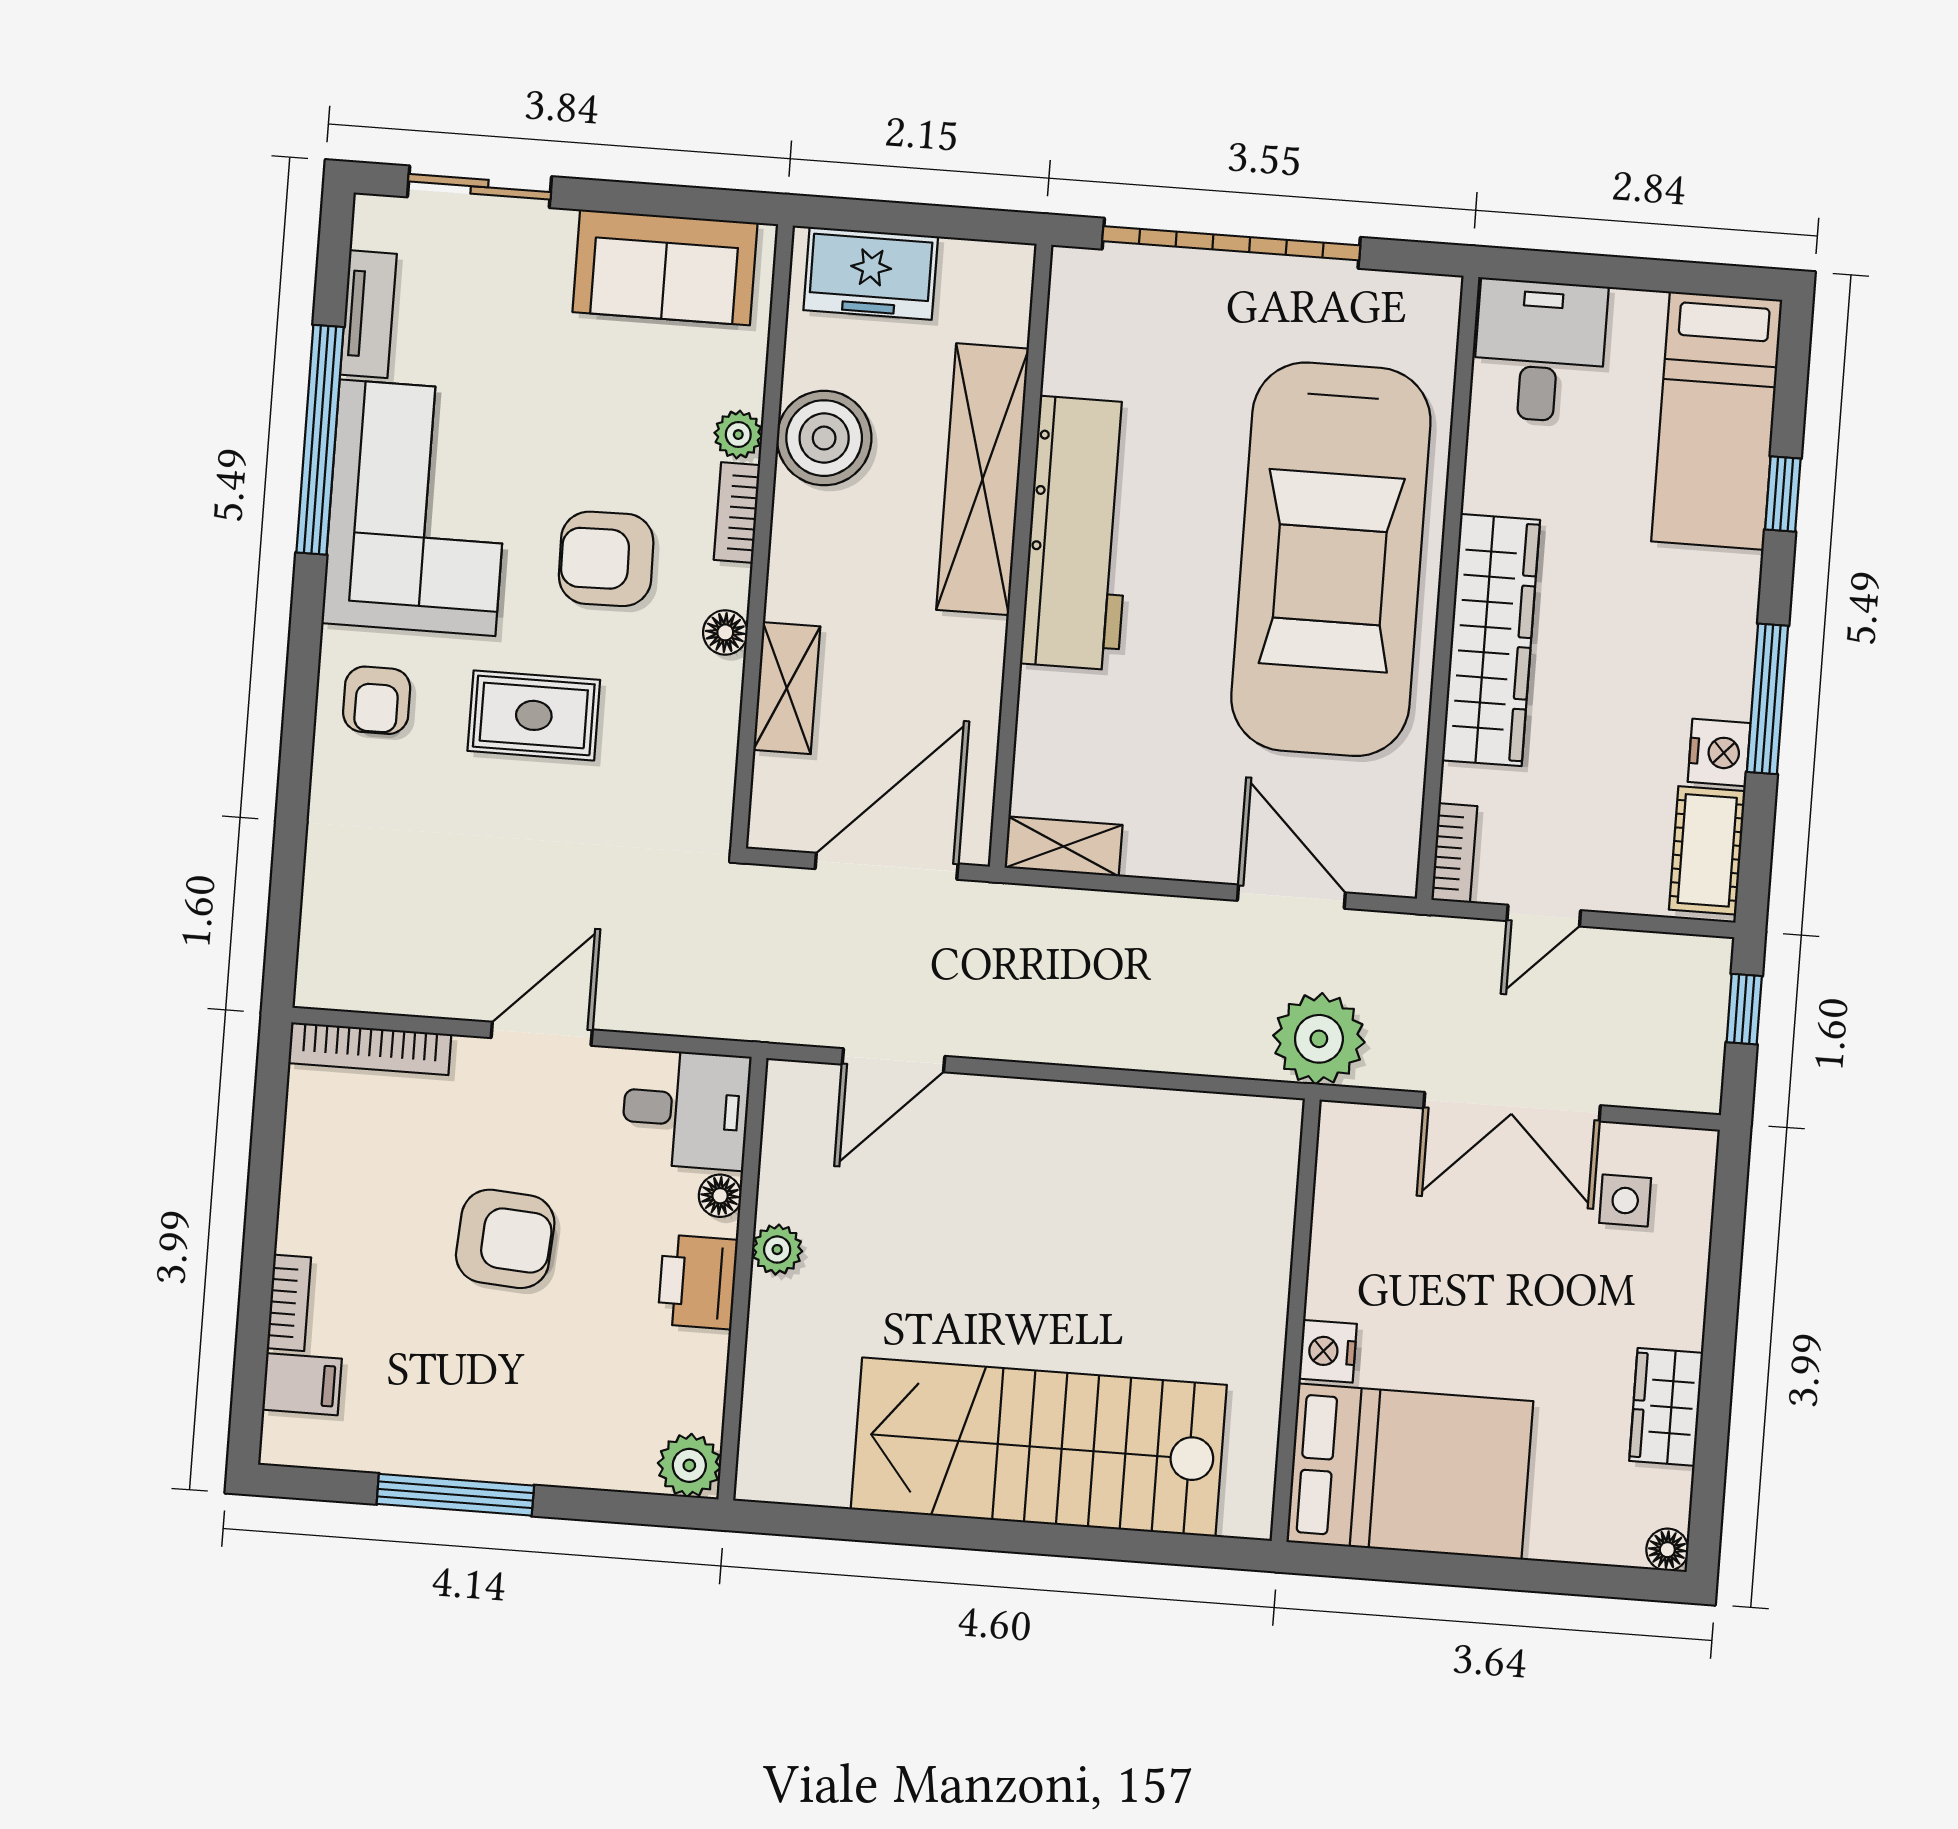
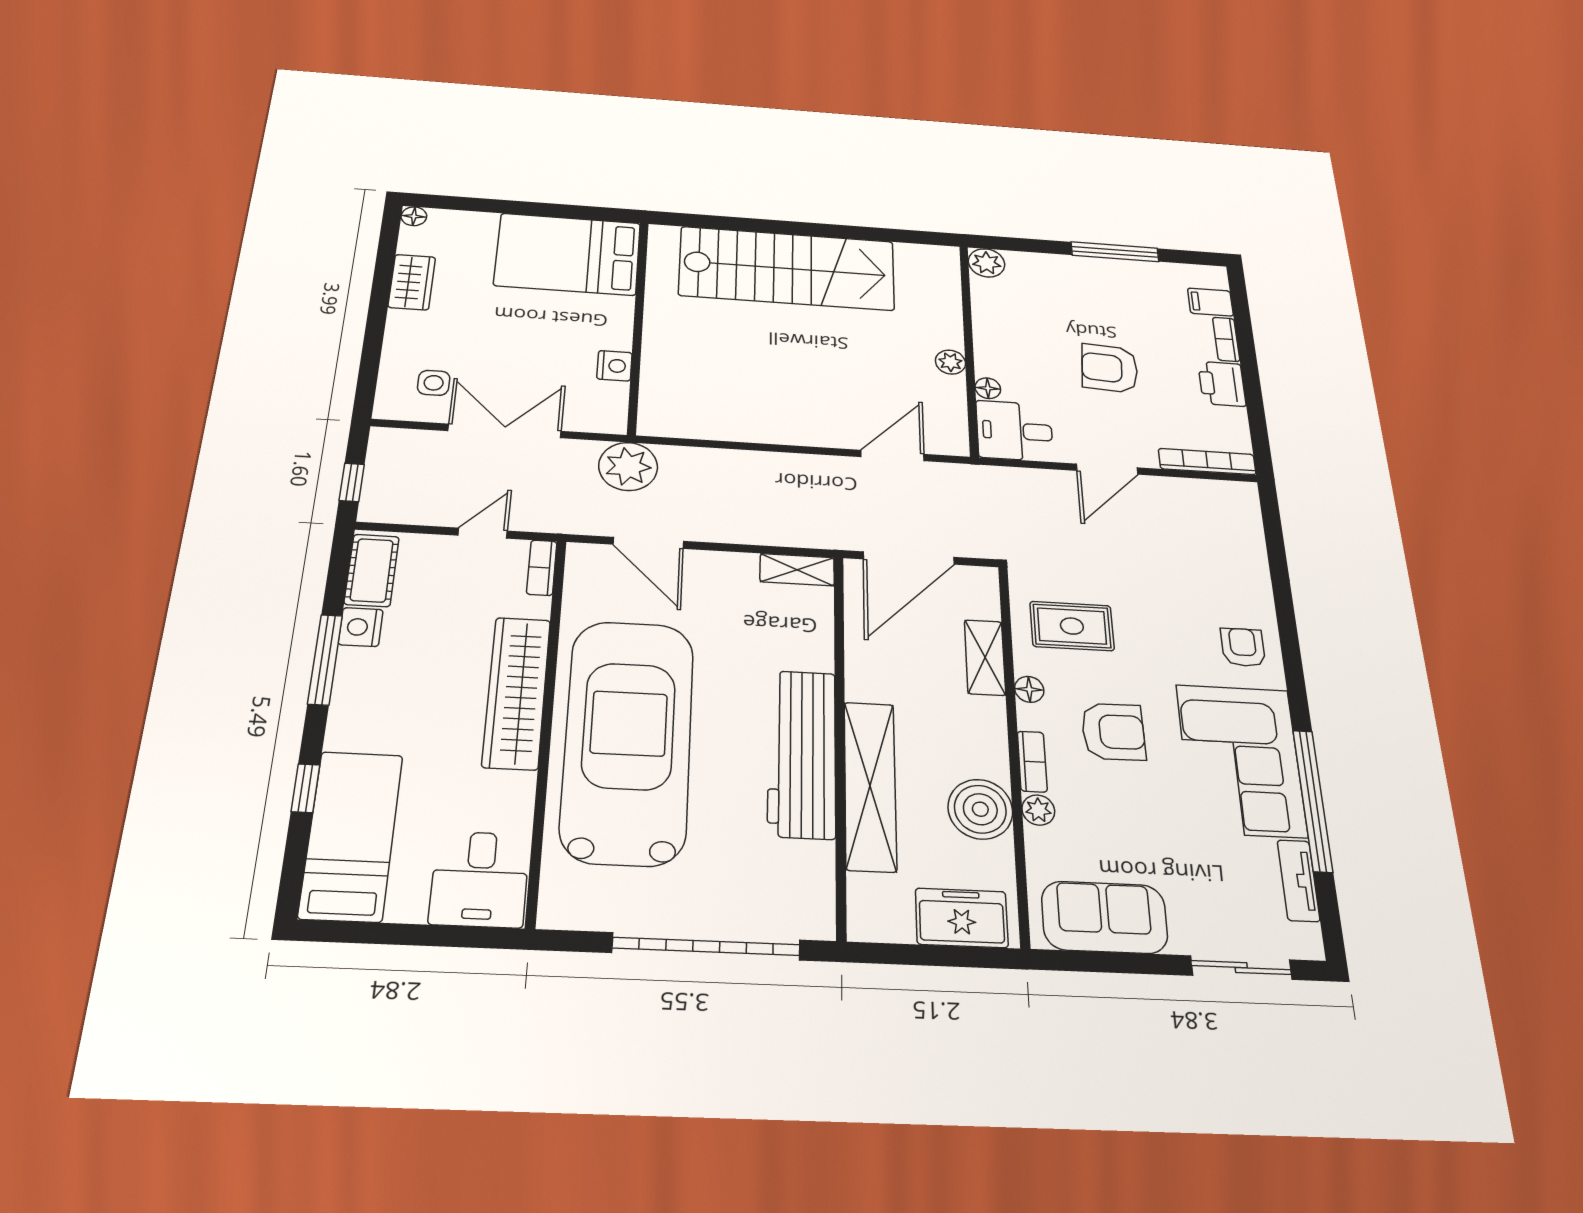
rug: (534, 715) -> (1072, 626), moved
printer: (698, 1282) -> (1222, 384), moved, turned 180
nightstand: (1328, 1351) -> (614, 366), moved

